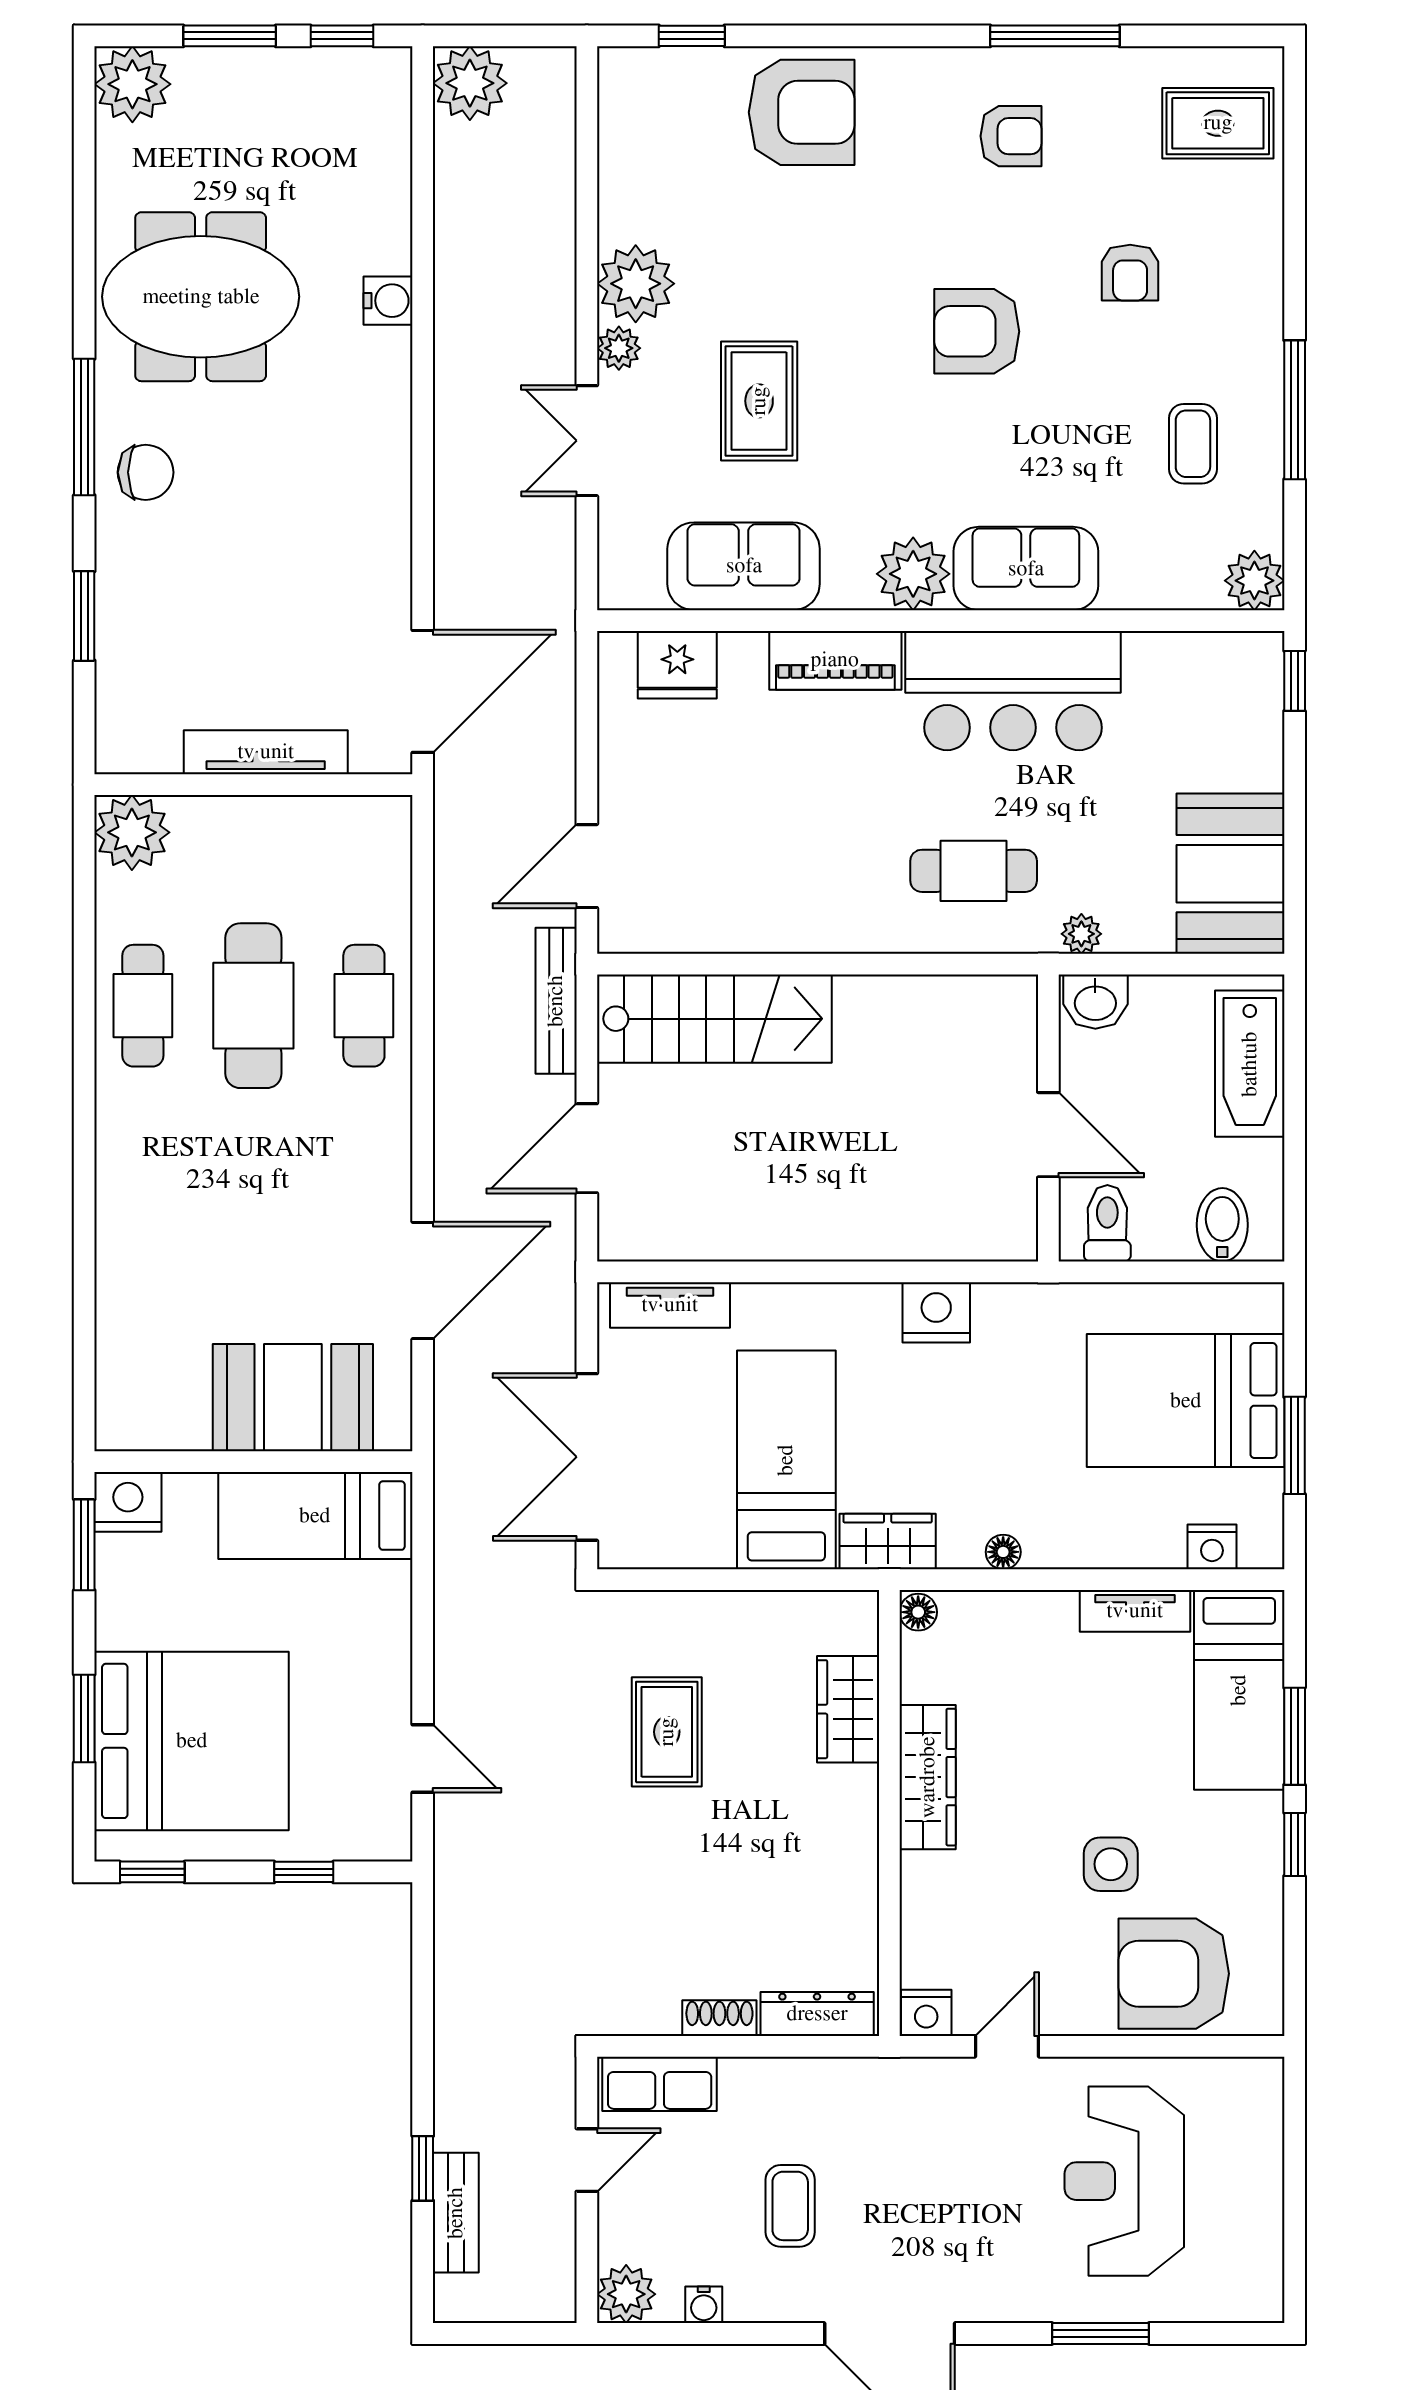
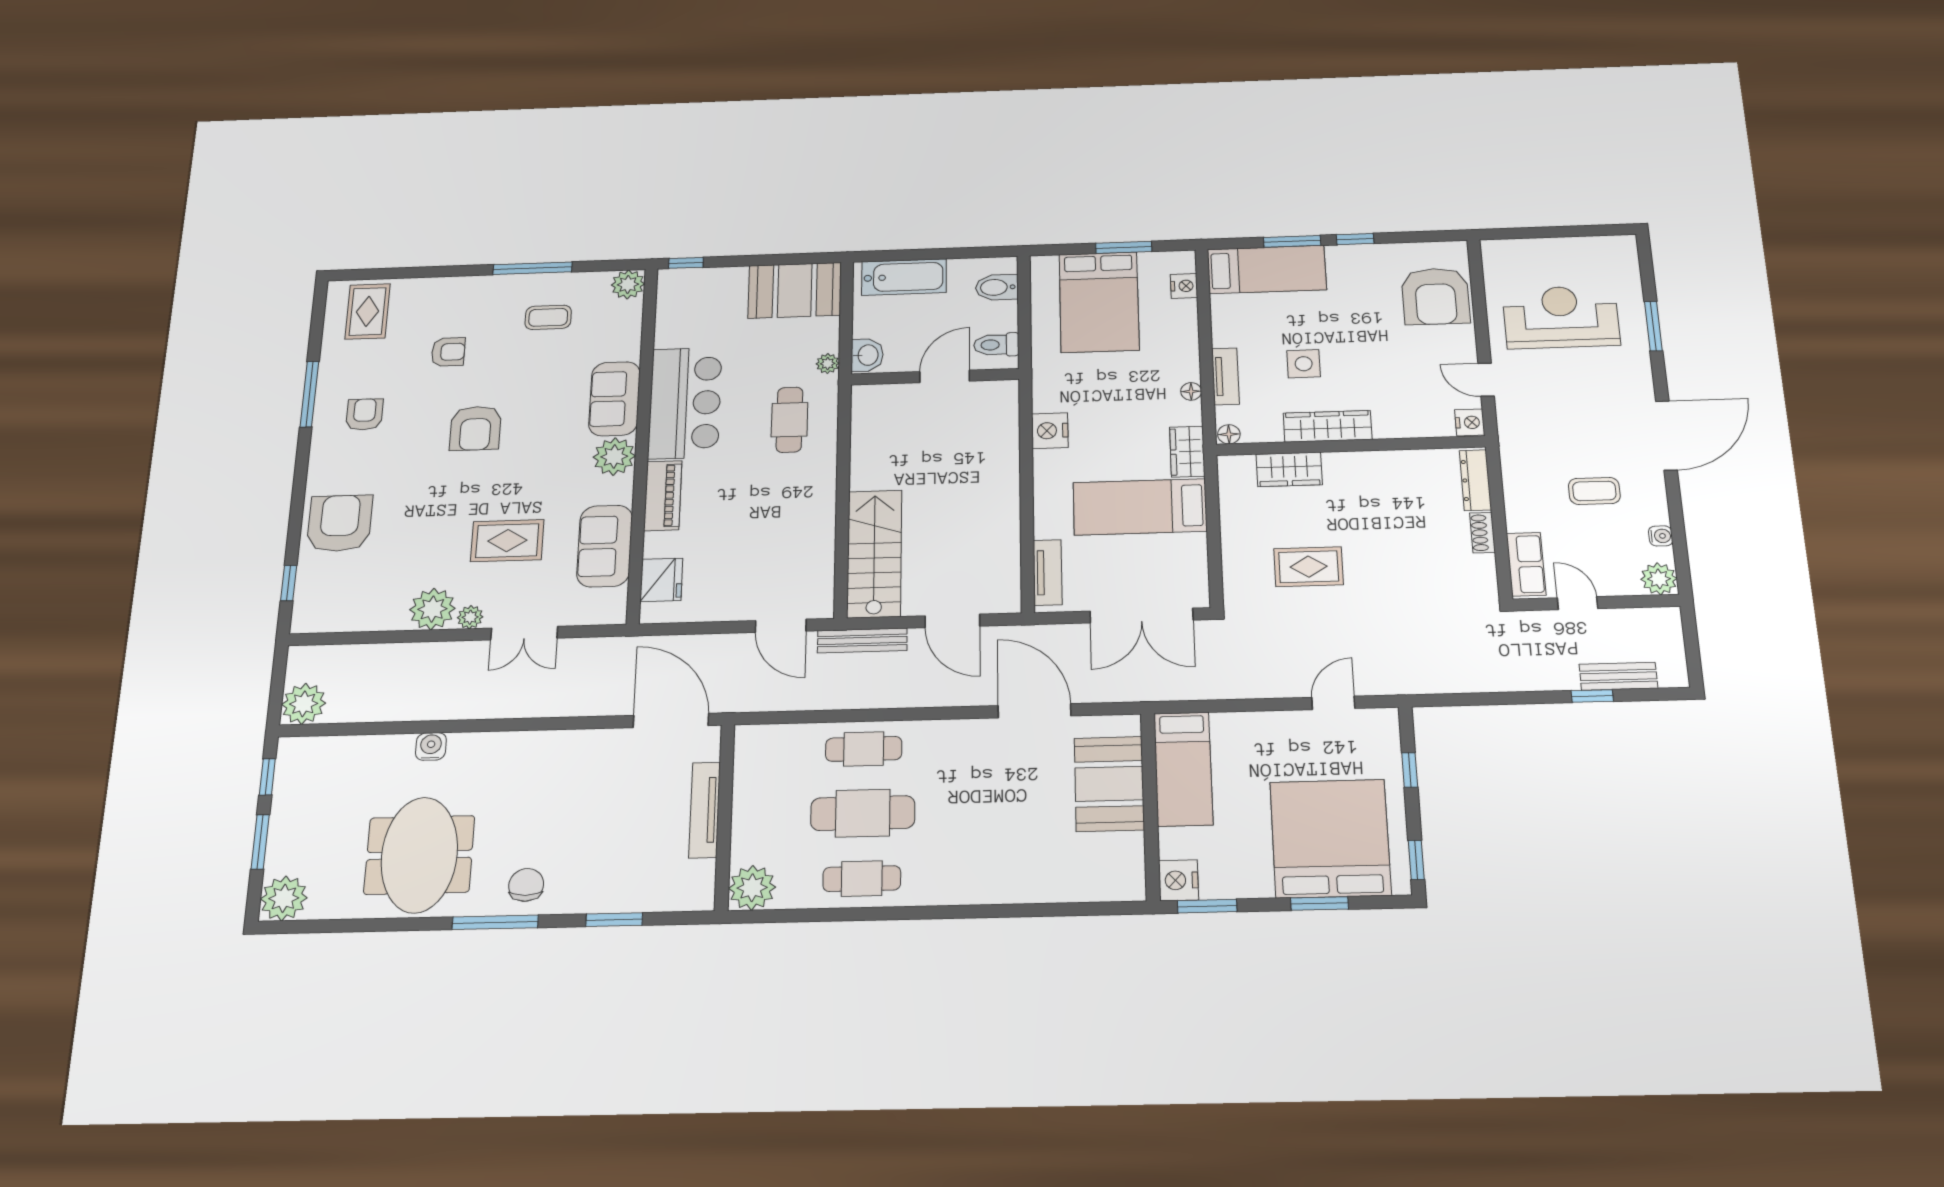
tv unit: (1135, 1611) -> (1225, 376), moved
side table: (1111, 1864) -> (1304, 364), moved
reception desk: (1124, 2181) -> (1561, 317), turned 180

